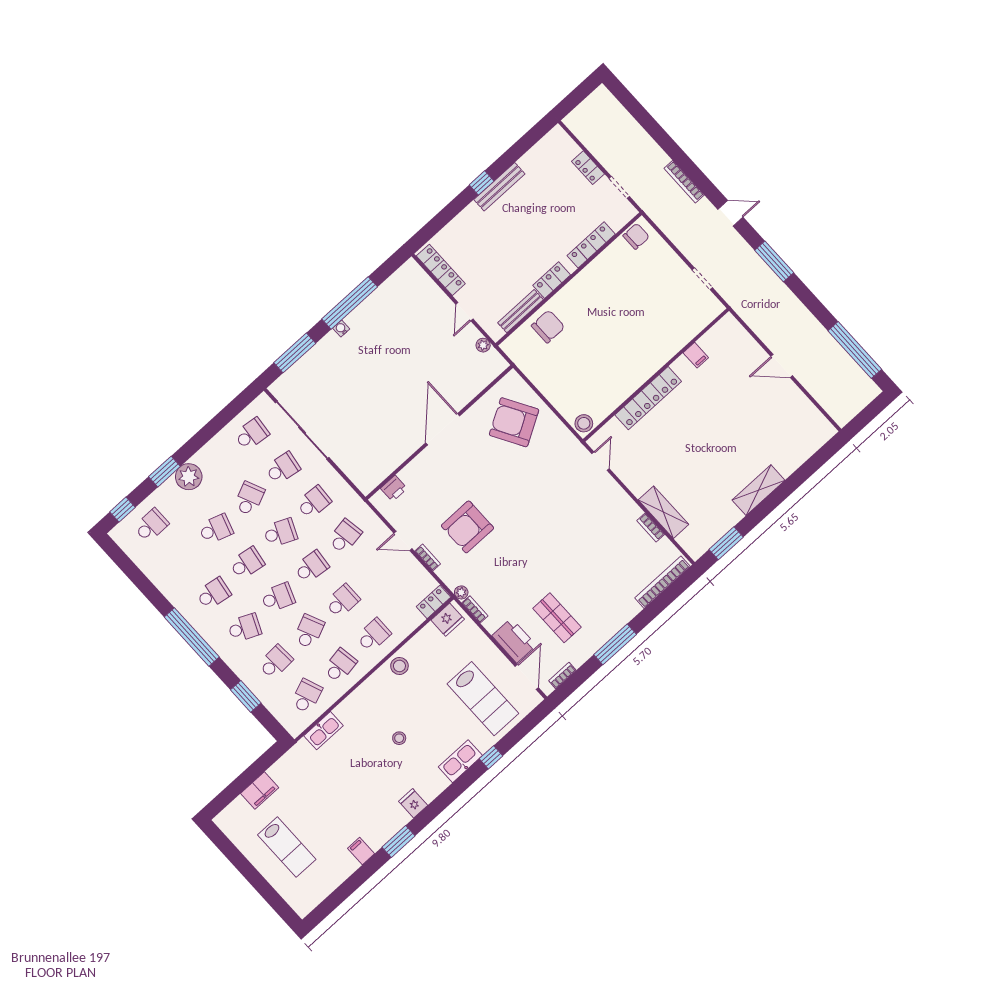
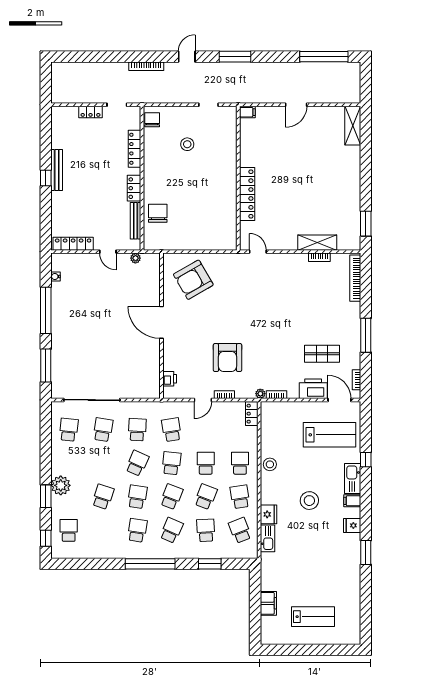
water cooler: (341, 328) -> (56, 277), moved
filing cabinet: (696, 355) -> (247, 112), moved
stool: (584, 423) -> (187, 144), moved
shelving: (758, 490) -> (353, 126), moved
school desk: (249, 499) -> (103, 463), removed
fridge: (448, 620) -> (269, 514), moved
school desk: (309, 631) -> (206, 497), turned 45
stool: (399, 738) -> (309, 501), width x1.89, depth x1.89
filing cabinet: (361, 851) -> (352, 501), moved

